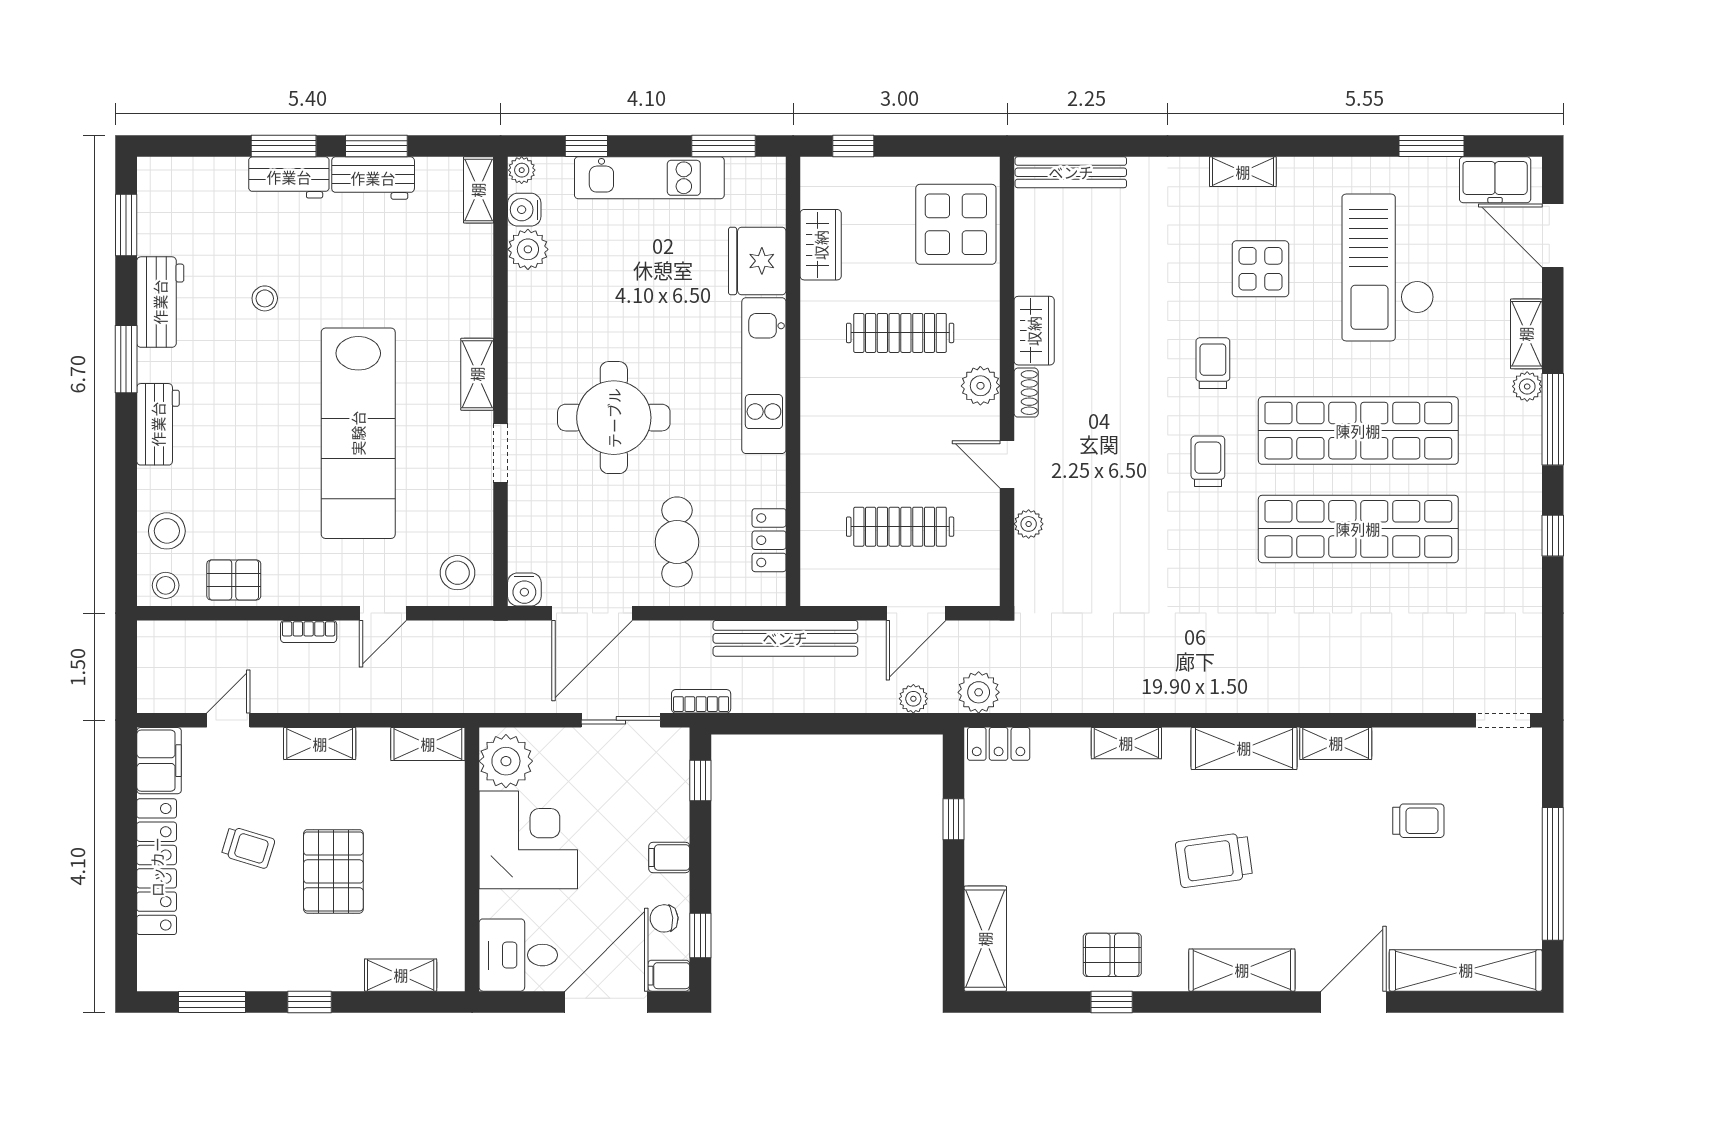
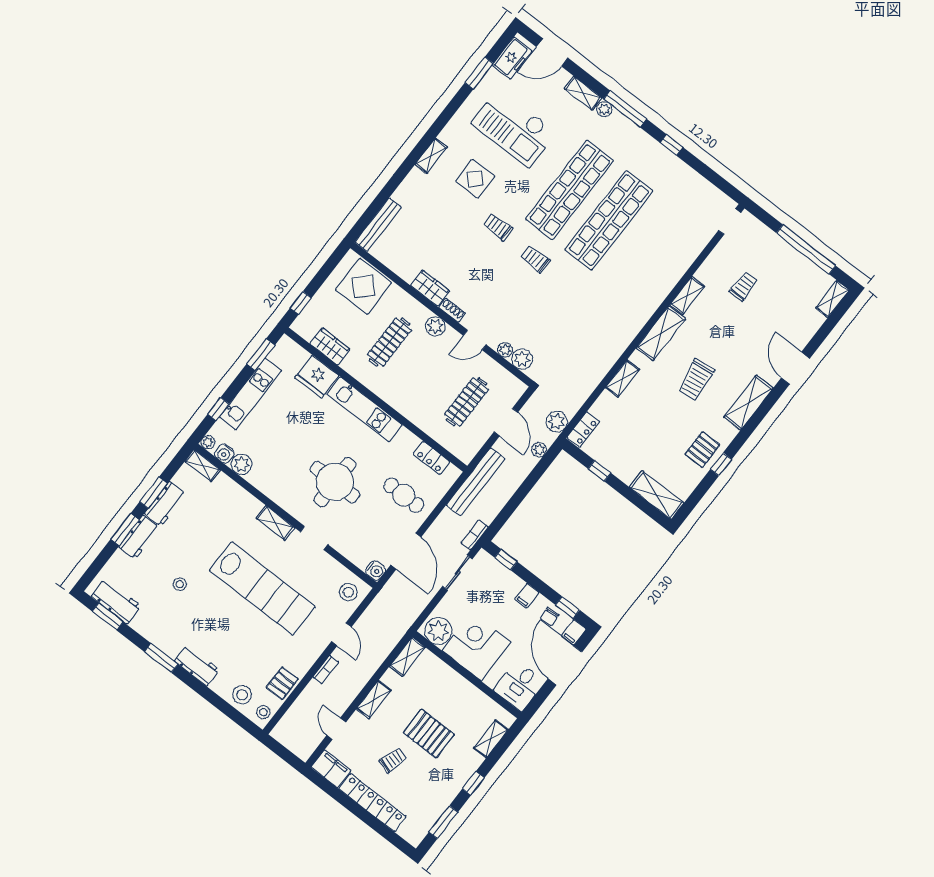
workbench: (160, 302) -> (116, 601), moved
plant: (1035, 562) -> (522, 359), added
shelving: (1466, 970) -> (832, 299), width x0.45, depth x0.75

